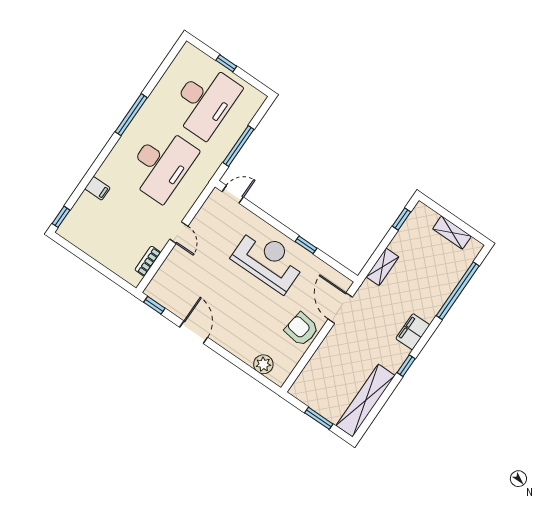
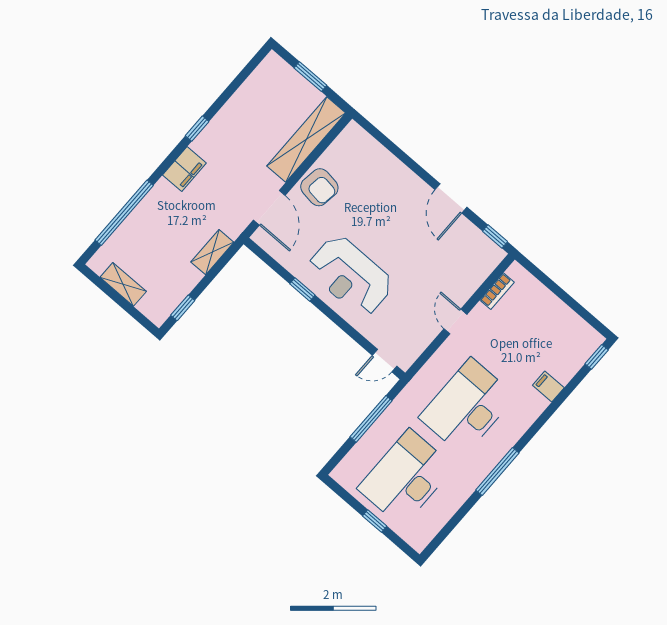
plant: (263, 364) -> (371, 150), removed
shelving: (366, 401) -> (306, 139), moved

